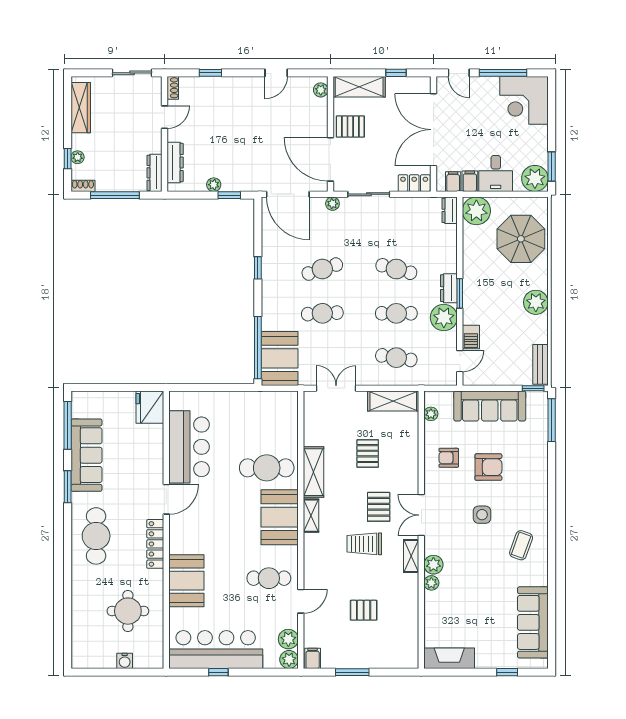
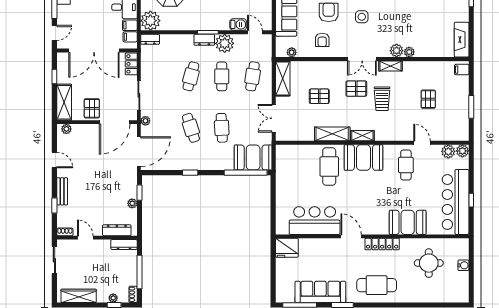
bench: (231, 84) -> (62, 191), added
filing cabinet: (313, 658) -> (462, 70), moved

